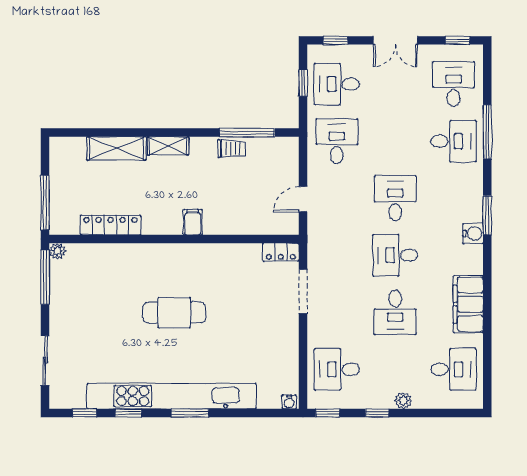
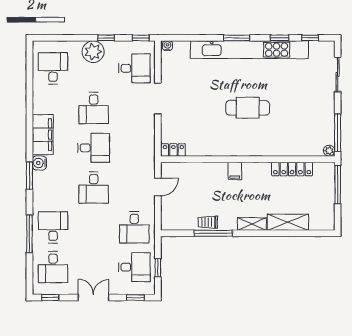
window: (247, 133) -> (213, 233), moved
desk: (454, 141) -> (53, 227), turned 90
doorway: (303, 291) -> (158, 98), moved
filing cabinet: (468, 304) -> (43, 135), moved
desk: (395, 312) -> (94, 108), turned 180
desk: (454, 369) -> (53, 68), turned 90
plant: (403, 401) -> (93, 52), width x1.88, depth x1.88

